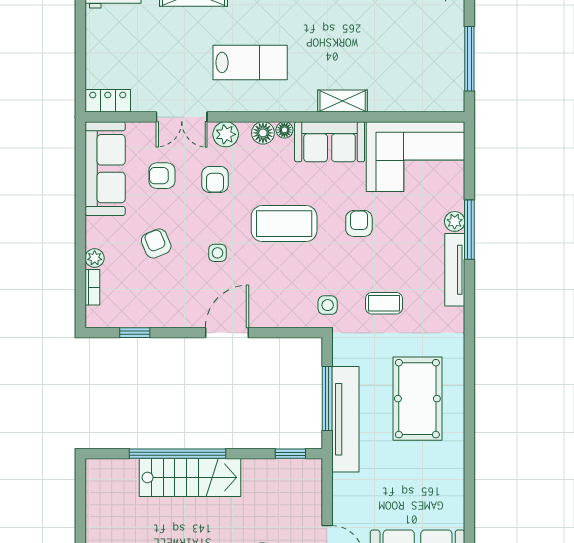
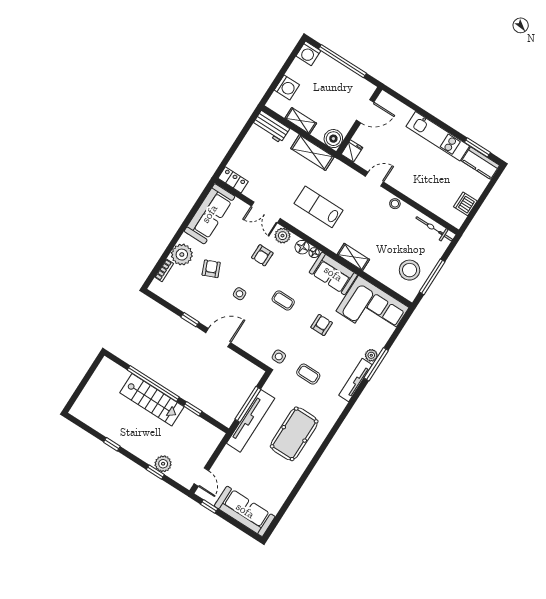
lab bench: (250, 62) -> (319, 207), turned 180
stool: (432, 69) -> (410, 270), added
armchair: (162, 176) -> (236, 236), removed
coffee table: (284, 224) -> (283, 300), width x0.54, depth x0.58
plant: (95, 258) -> (182, 255), width x1.87, depth x1.87
window: (135, 333) -> (190, 320), moved
window: (290, 454) -> (193, 409), moved

